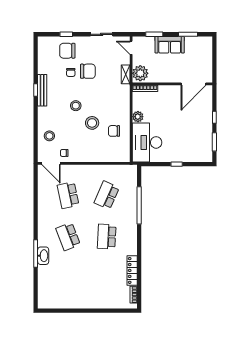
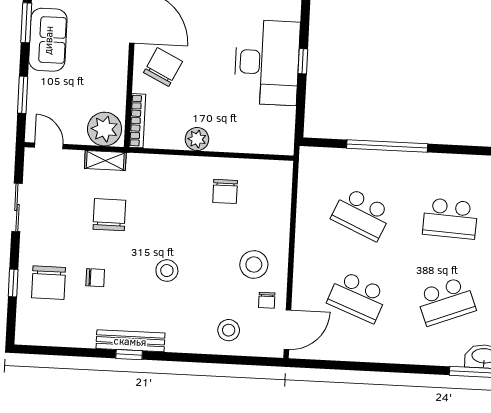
sofa: (170, 45) -> (48, 40), moved
door: (131, 48) -> (49, 146), swing flipped
chair: (88, 71) -> (109, 215), moved
chair: (171, 99) -> (163, 67), added
stool: (92, 123) -> (254, 265), moved
desk: (147, 142) -> (267, 62), moved, turned -90
school desk: (68, 195) -> (357, 297), turned 33

